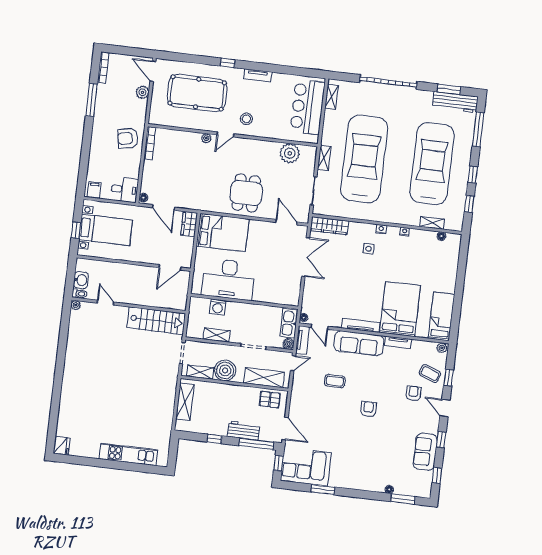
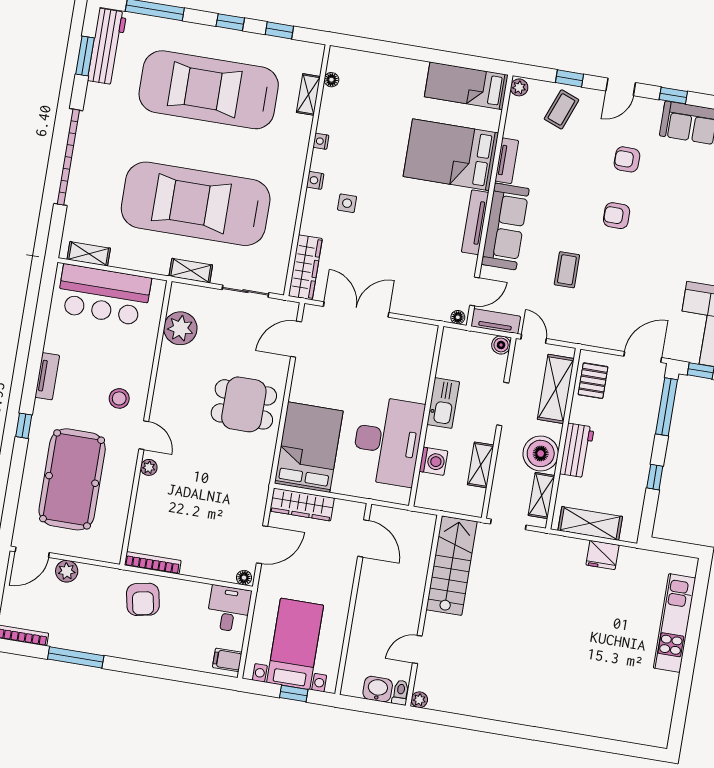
wardrobe: (189, 224) -> (302, 504), width x1.50
kitchen sink: (289, 323) -> (443, 403), moved, turned -90
armchair: (413, 393) -> (627, 159), moved
workbench: (244, 431) -> (577, 450), moved, turned 180
fridge: (62, 446) -> (602, 555), moved, turned 180

